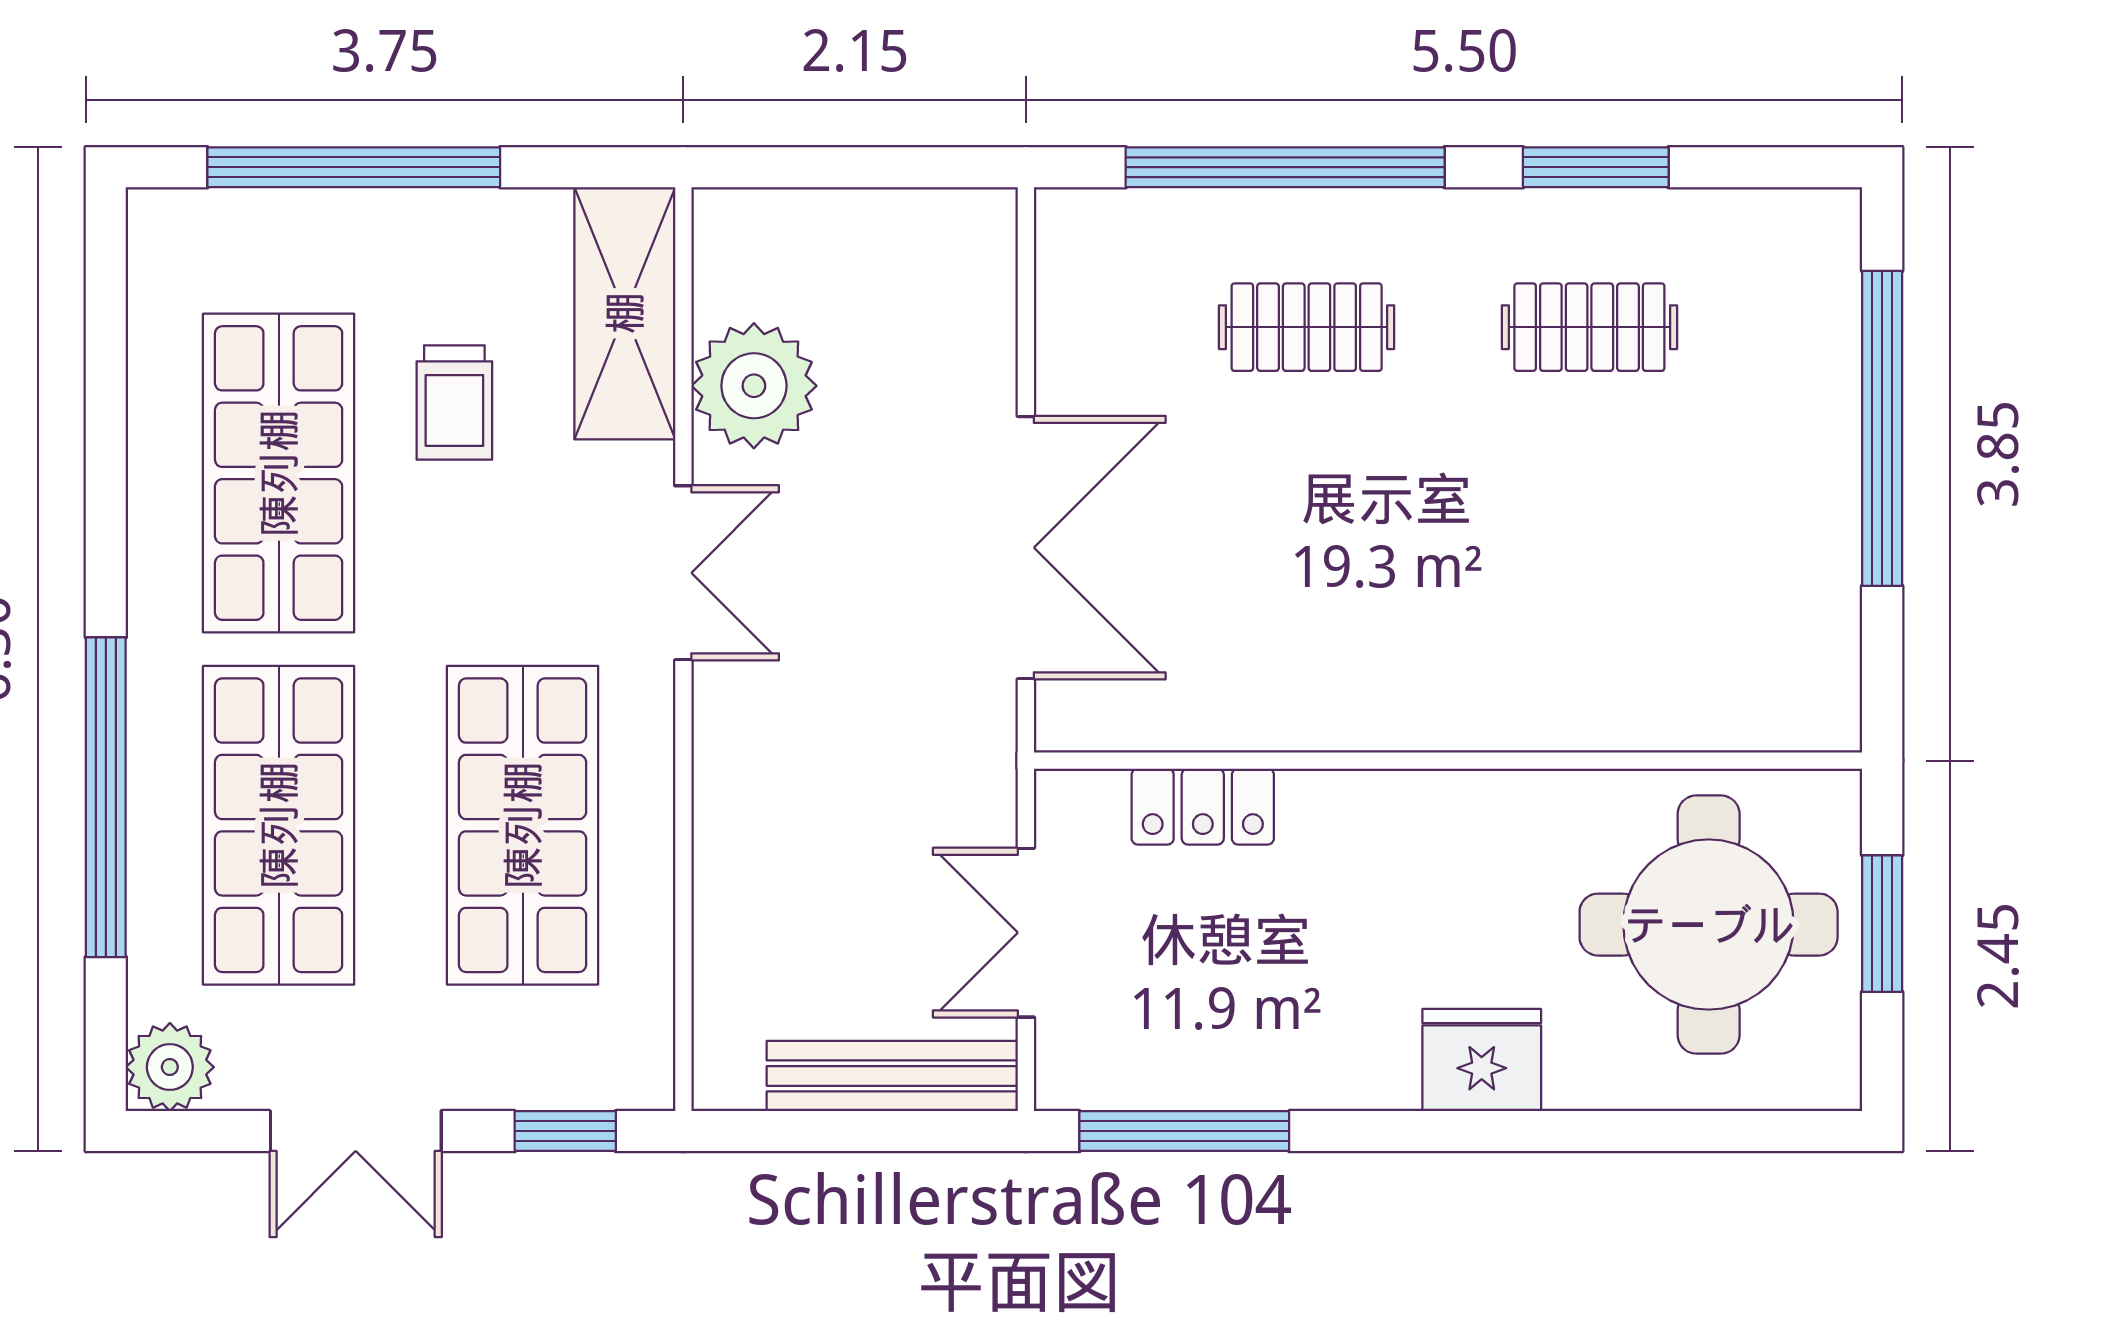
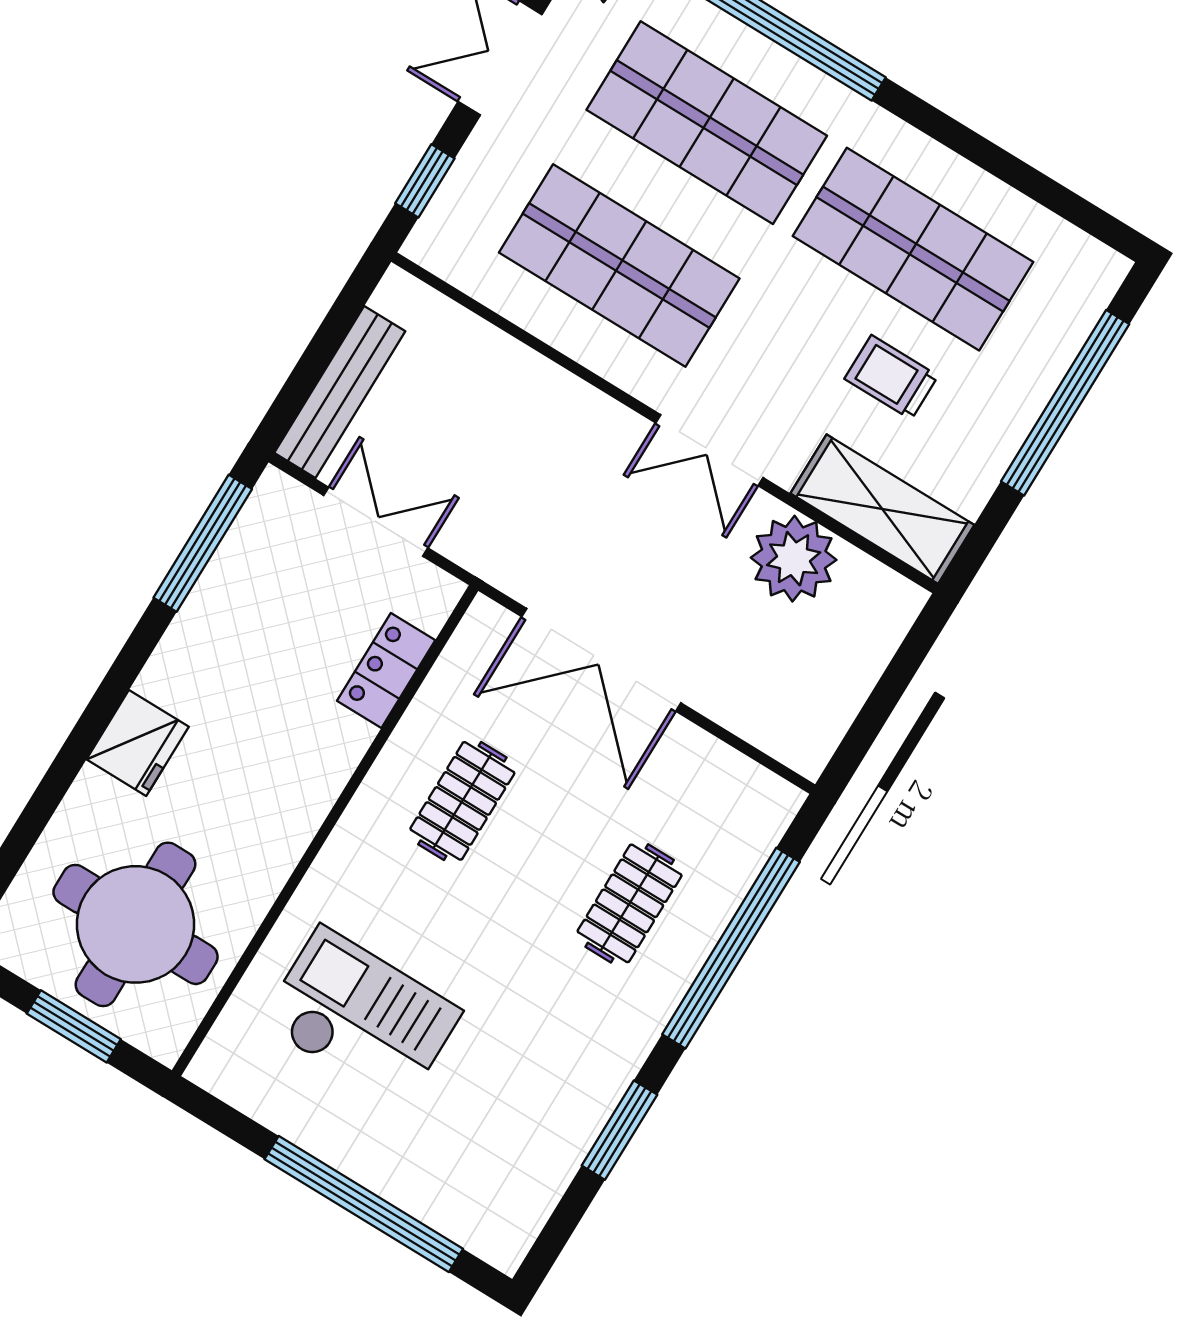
clothes rail: (1589, 327) -> (462, 801), moved
checkout: (1652, 574) -> (361, 1017), added

